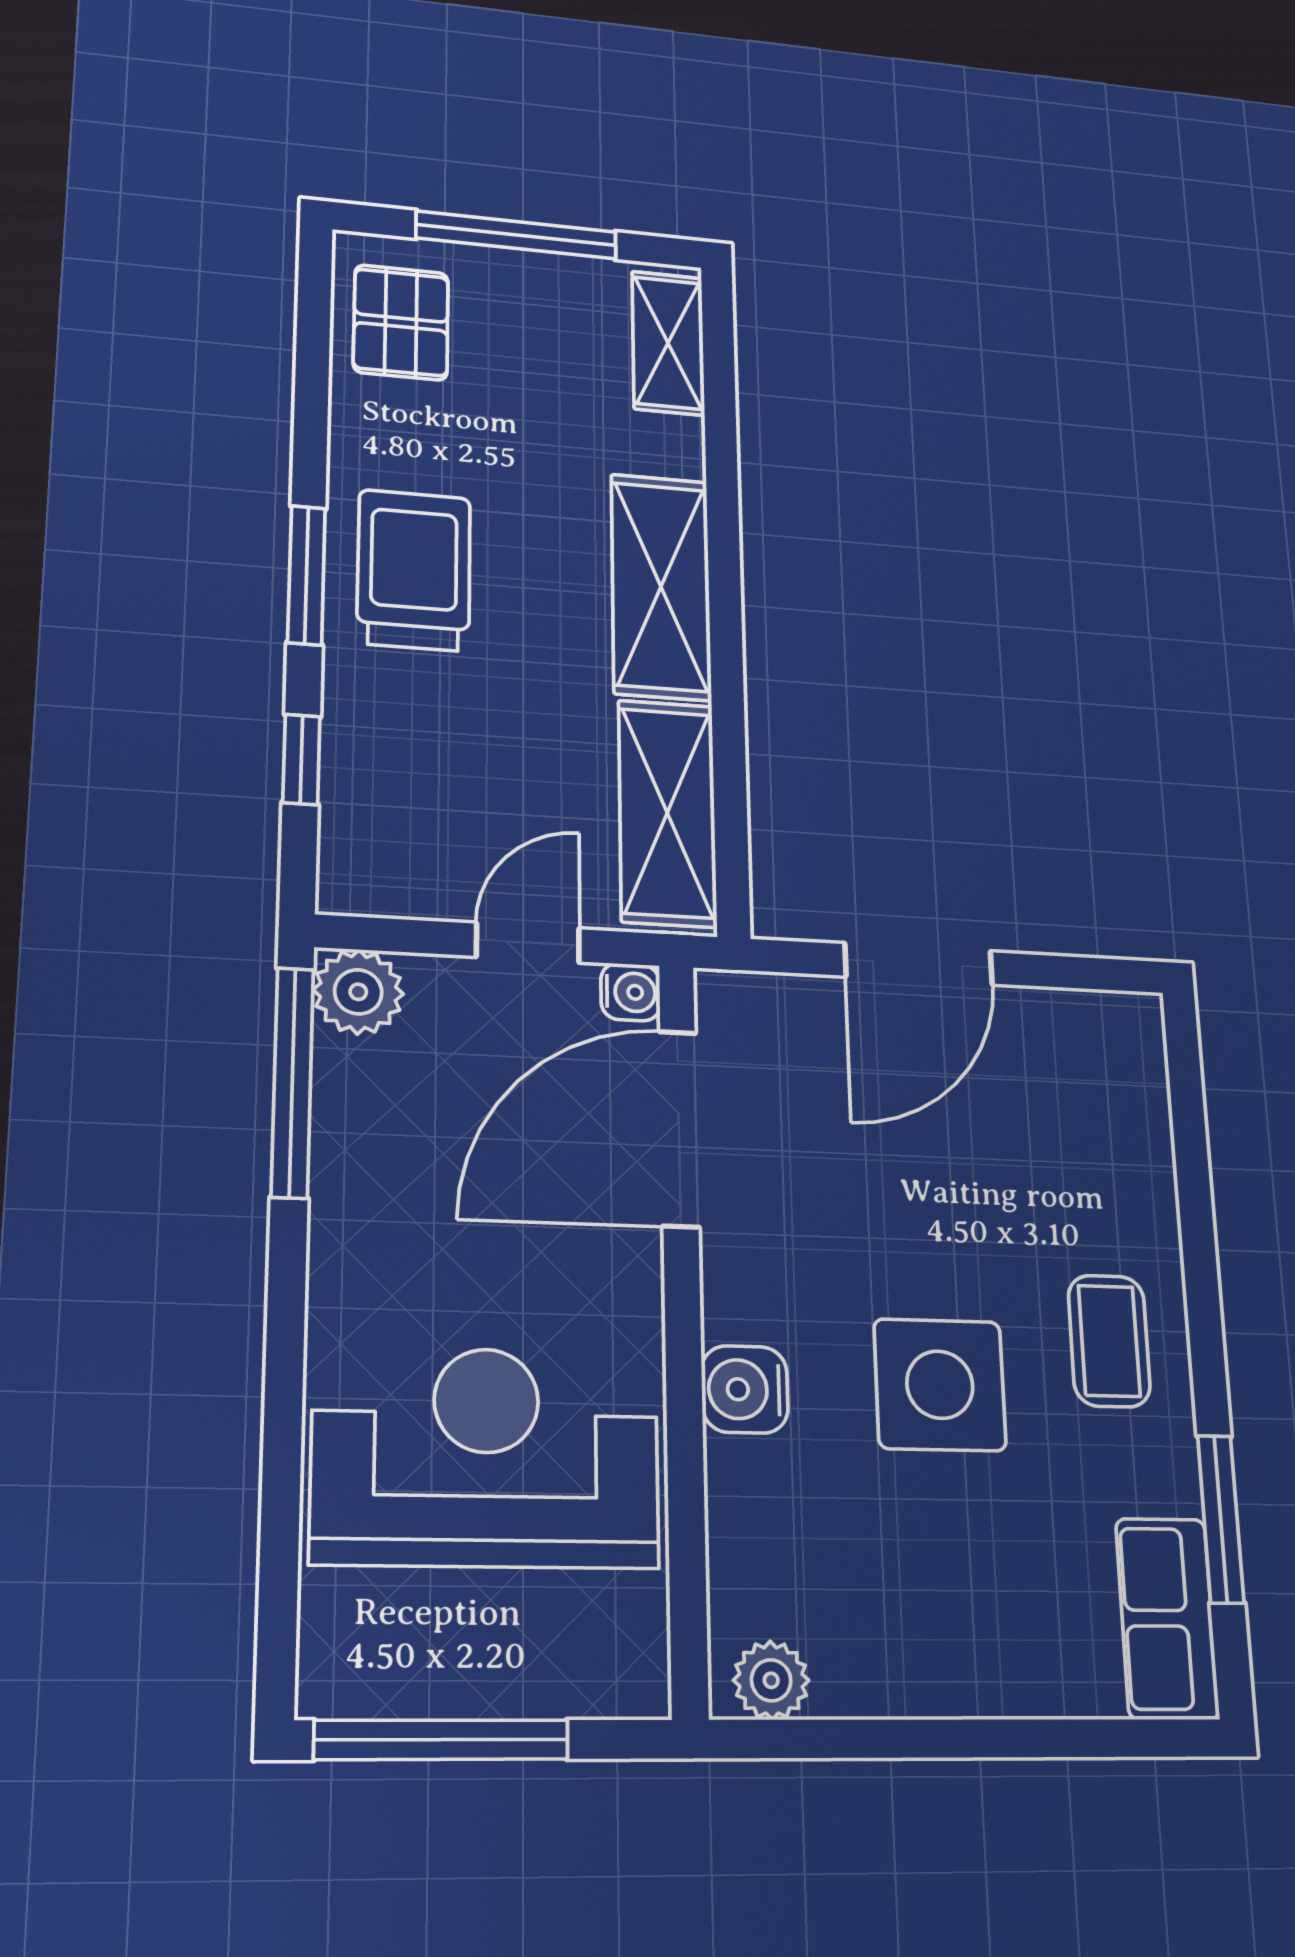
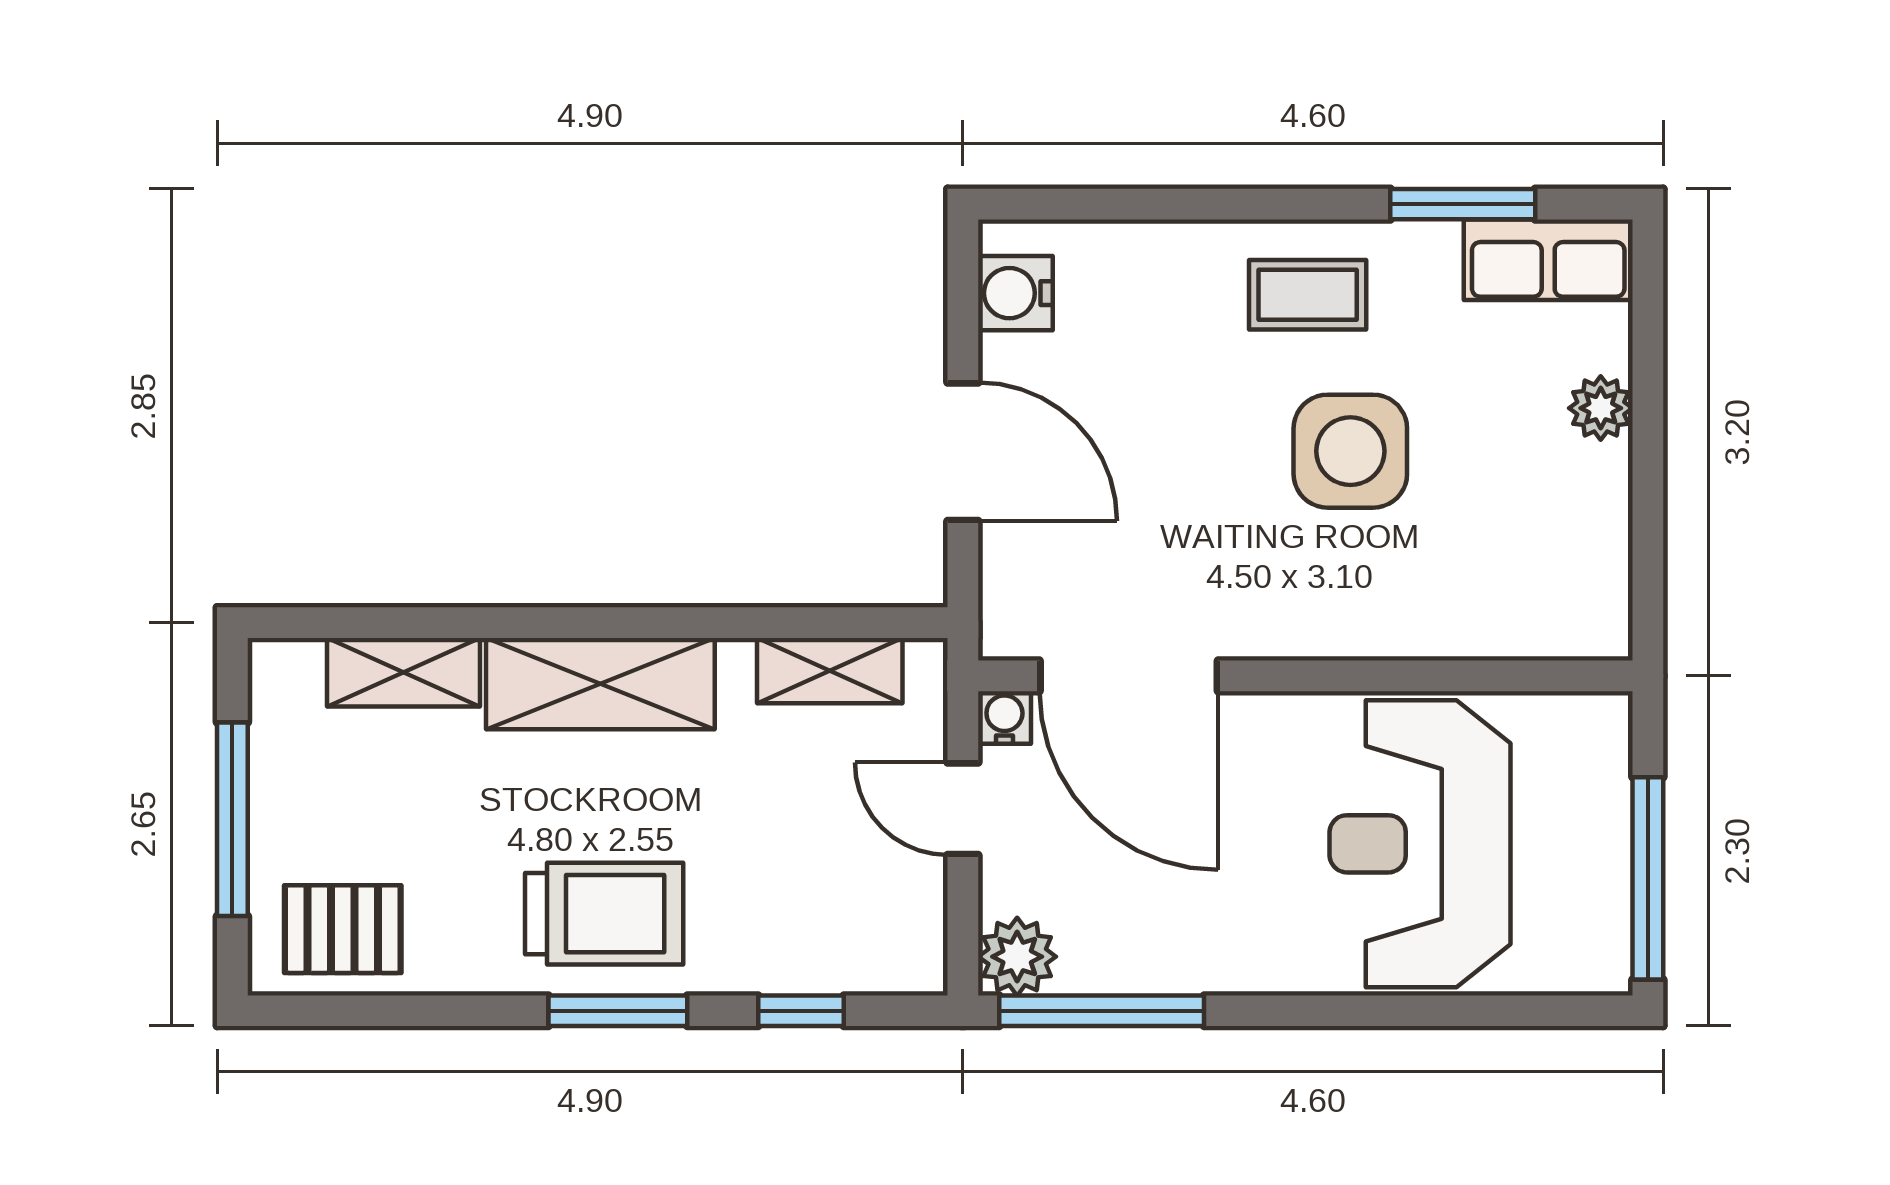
shelving: (668, 343) -> (404, 672), moved
trolley: (414, 570) -> (604, 914), turned 180
shelving: (667, 813) -> (830, 671), width x0.67, depth x0.75
water cooler: (745, 1389) -> (1015, 293), moved, turned 90
plant: (771, 1680) -> (1601, 408), moved

